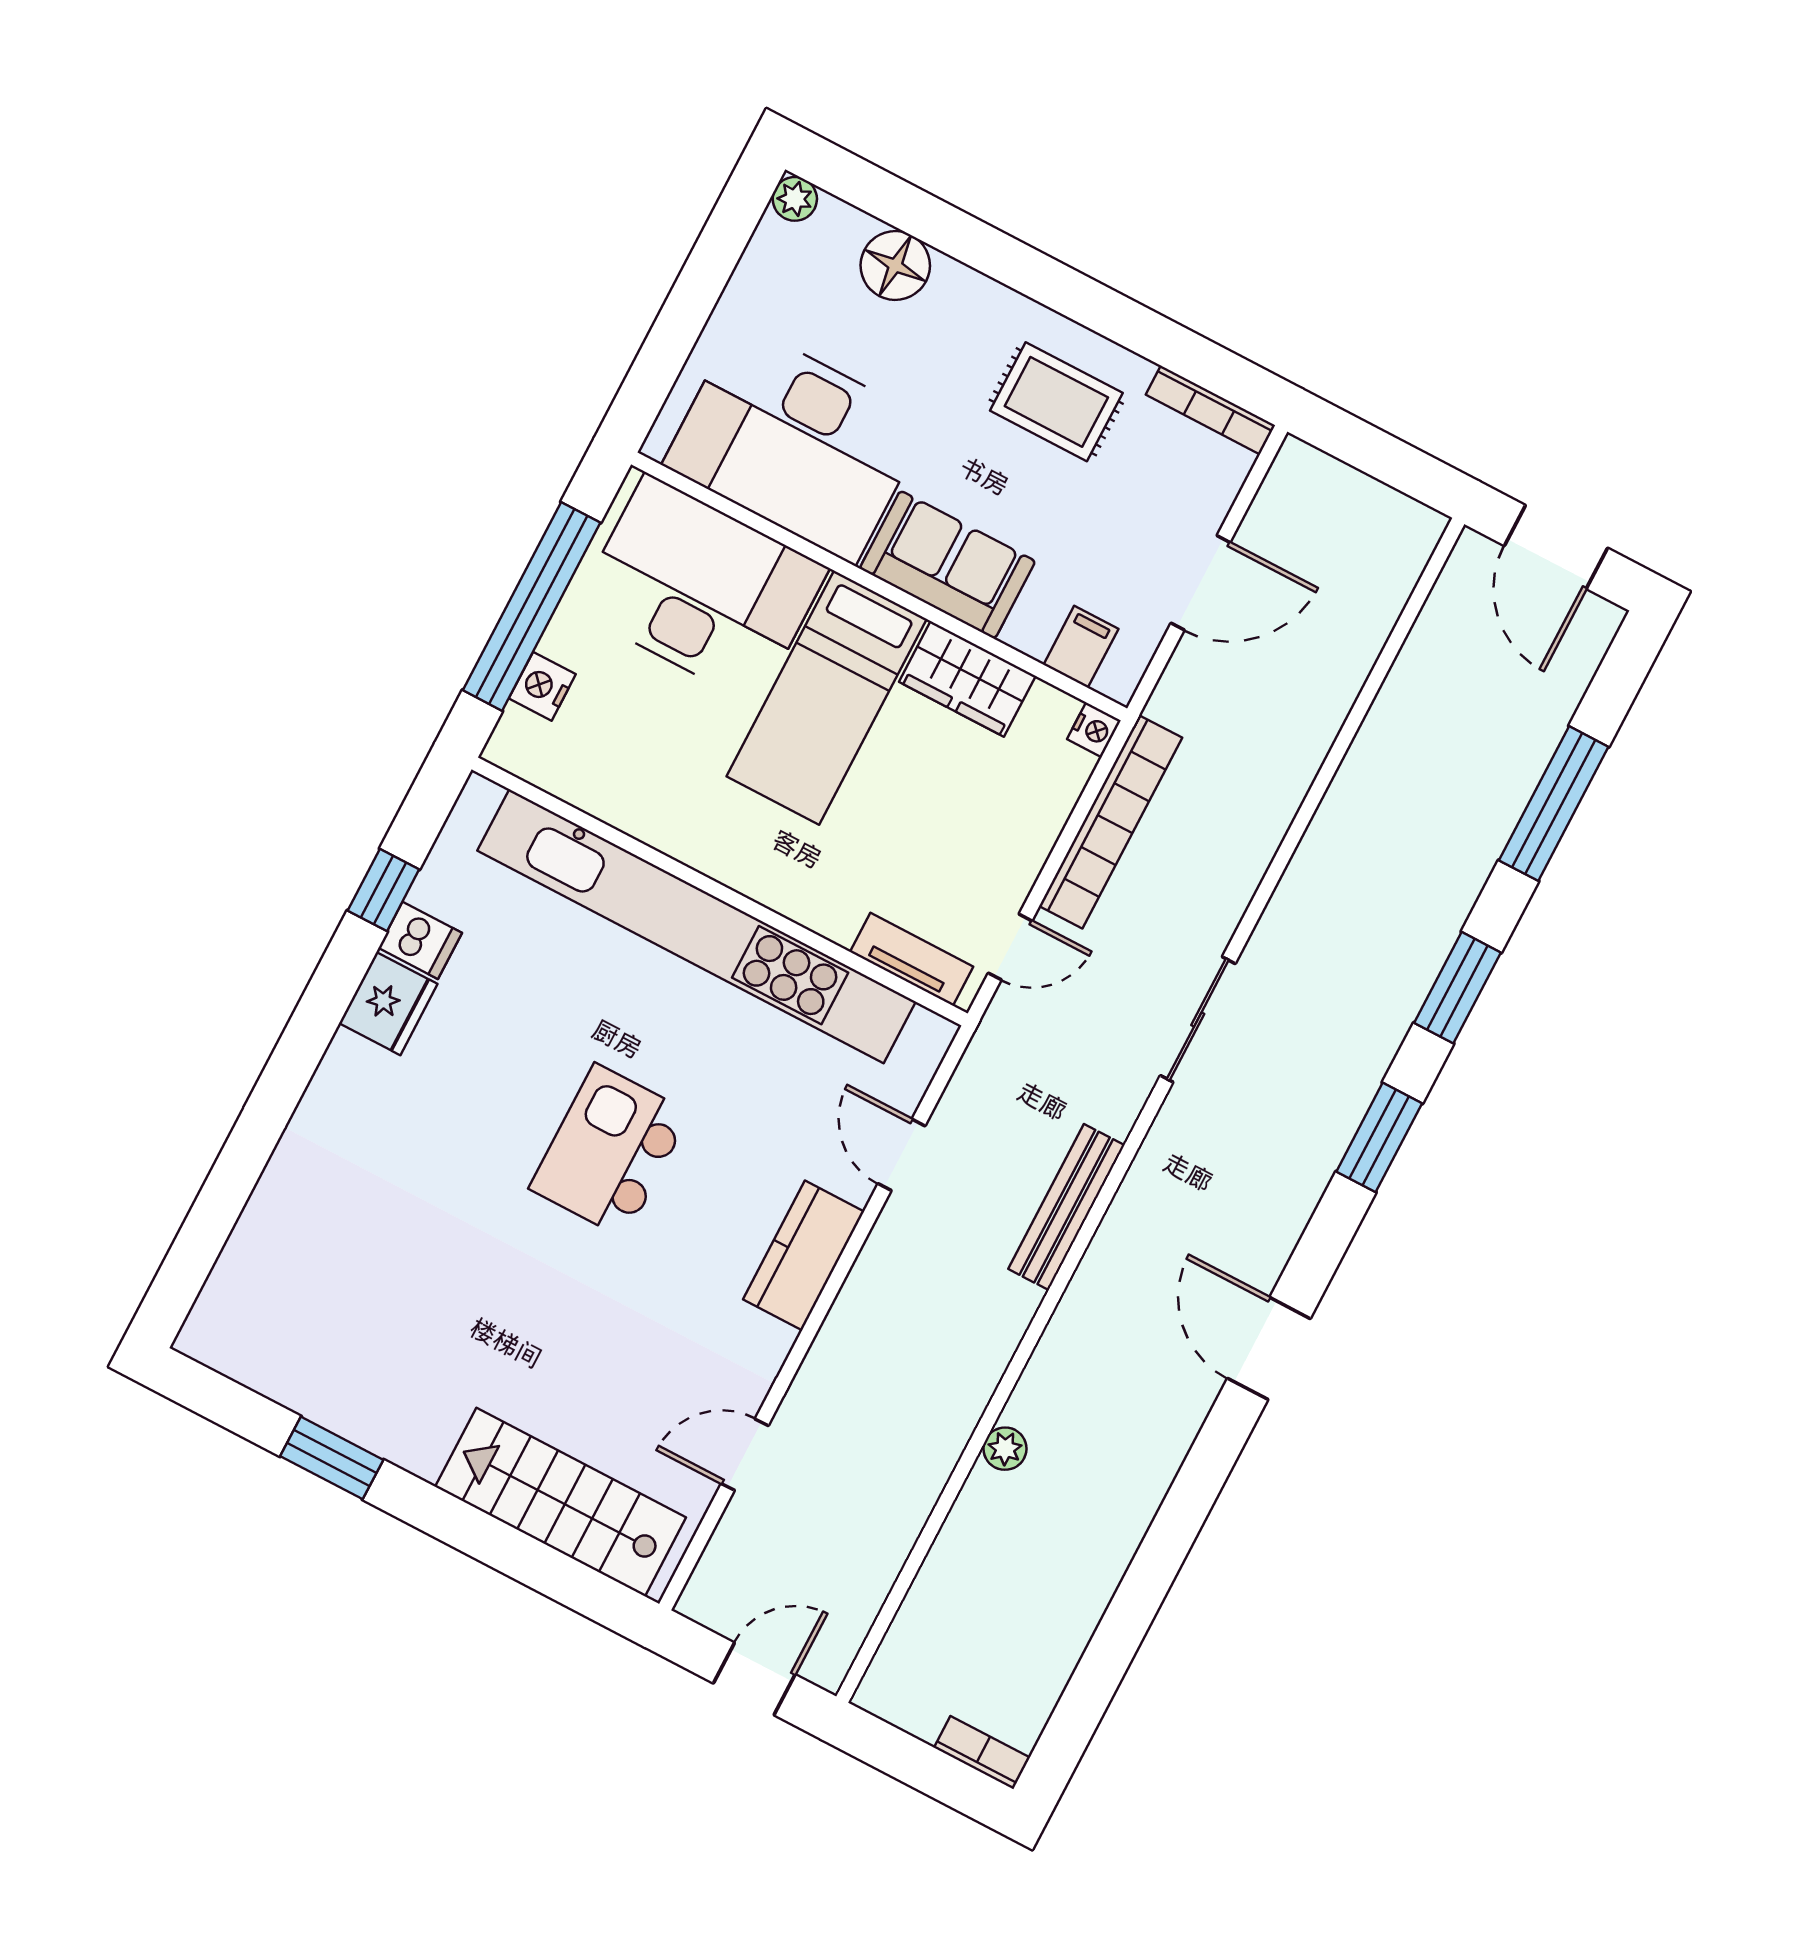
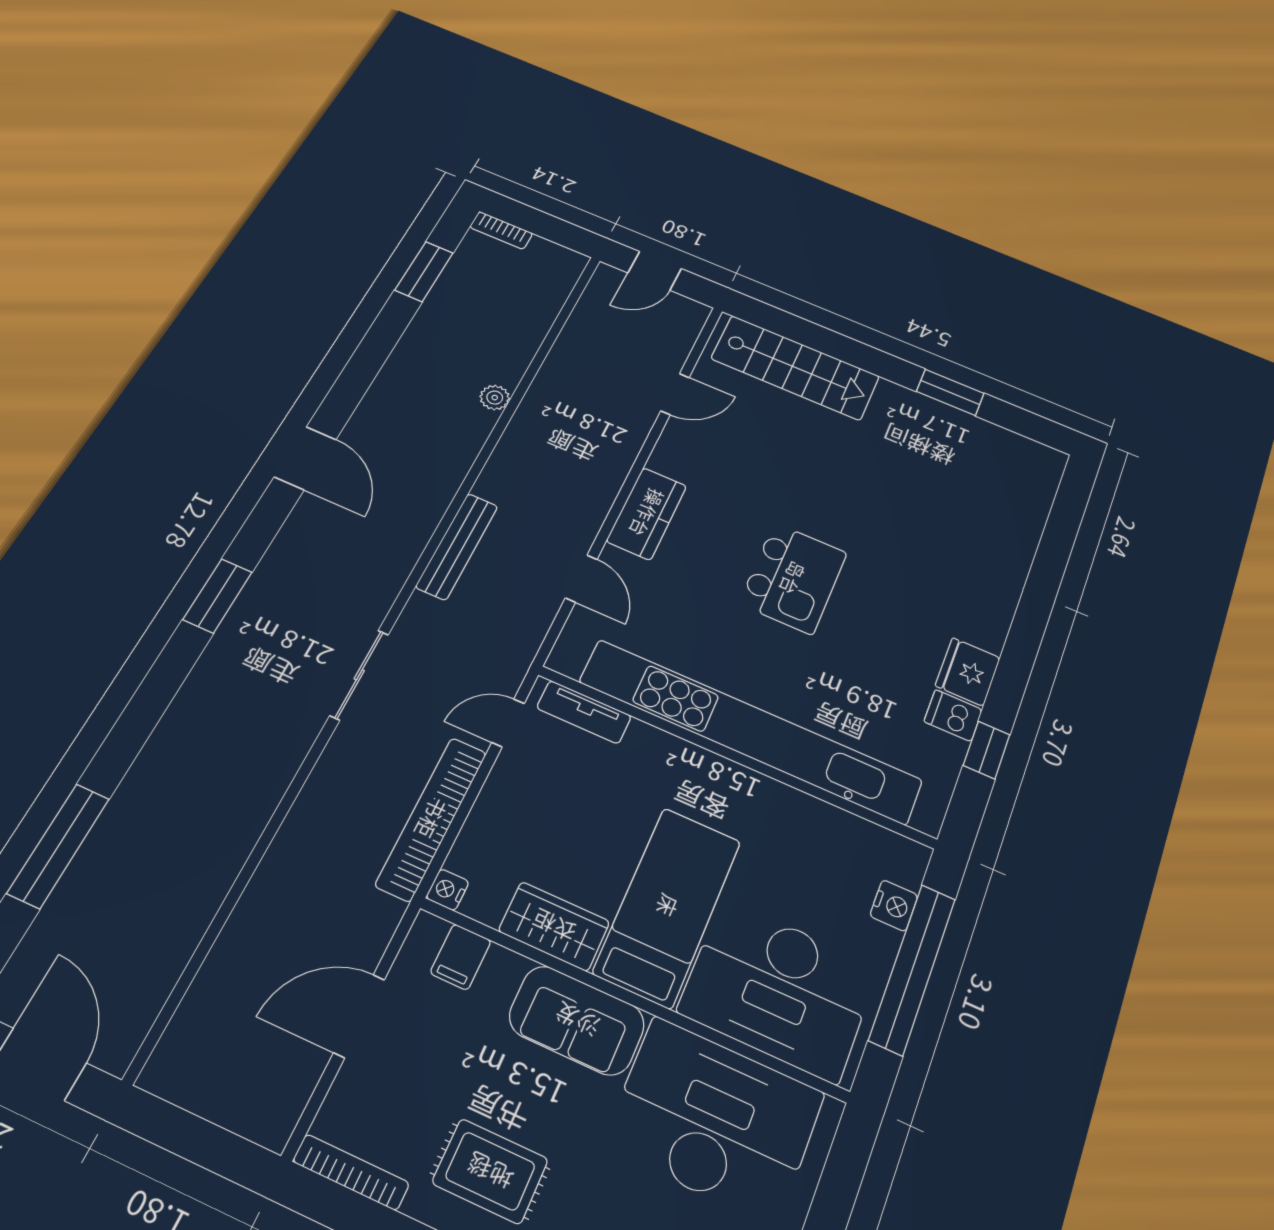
window: (1457, 988) -> (424, 271), moved

